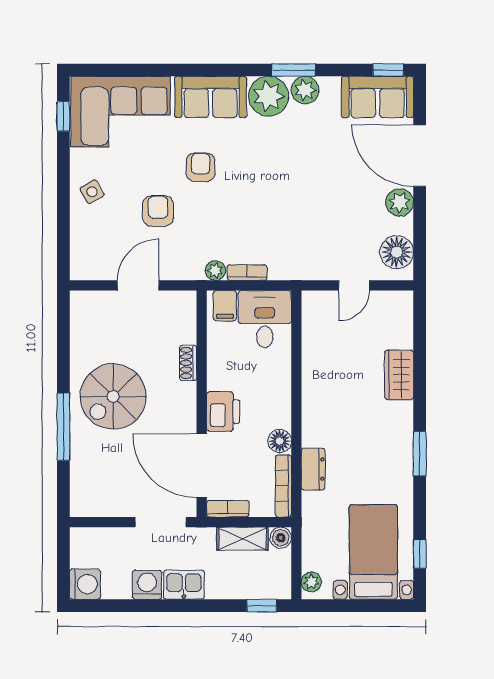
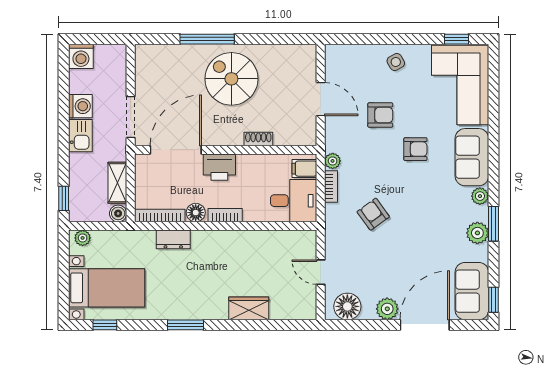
plant: (268, 96) -> (480, 196), width x0.53, depth x0.53
armchair: (282, 220) -> (373, 214), added
bookcase: (228, 509) -> (225, 215), moved, turned -90

